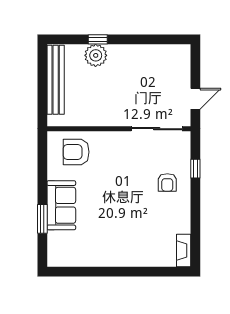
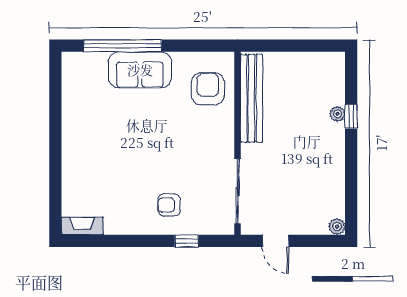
plant: (184, 51) -> (337, 227), added
plant: (96, 55) -> (338, 114), width x0.53, depth x0.53
bench: (56, 80) -> (251, 98), moved, turned 90
window: (42, 219) -> (123, 46), width x2.11

